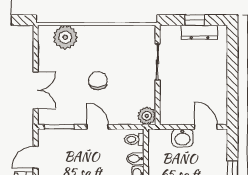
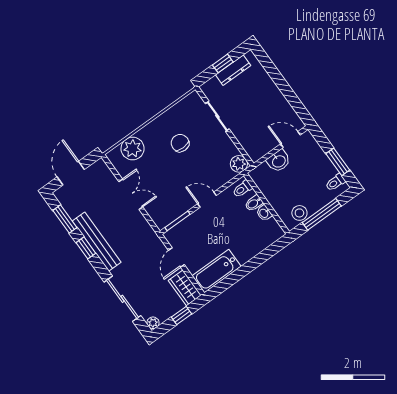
chair: (98, 81) -> (180, 143), moved
double door: (36, 90) -> (131, 194), moved

